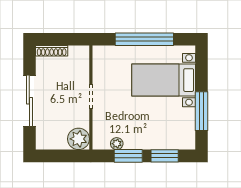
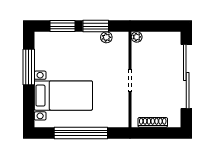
shoe rack: (52, 51) -> (153, 122), moved
sliding door: (29, 101) -> (186, 77), width x1.36
plant: (79, 139) -> (137, 37), width x0.53, depth x0.53

